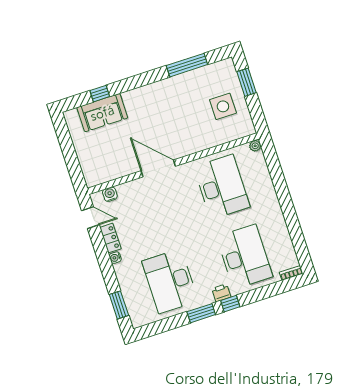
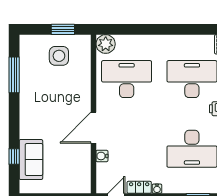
window: (246, 82) -> (63, 29), moved
plant: (255, 146) -> (106, 44), width x1.88, depth x1.88
water cooler: (110, 194) -> (102, 156), moved

